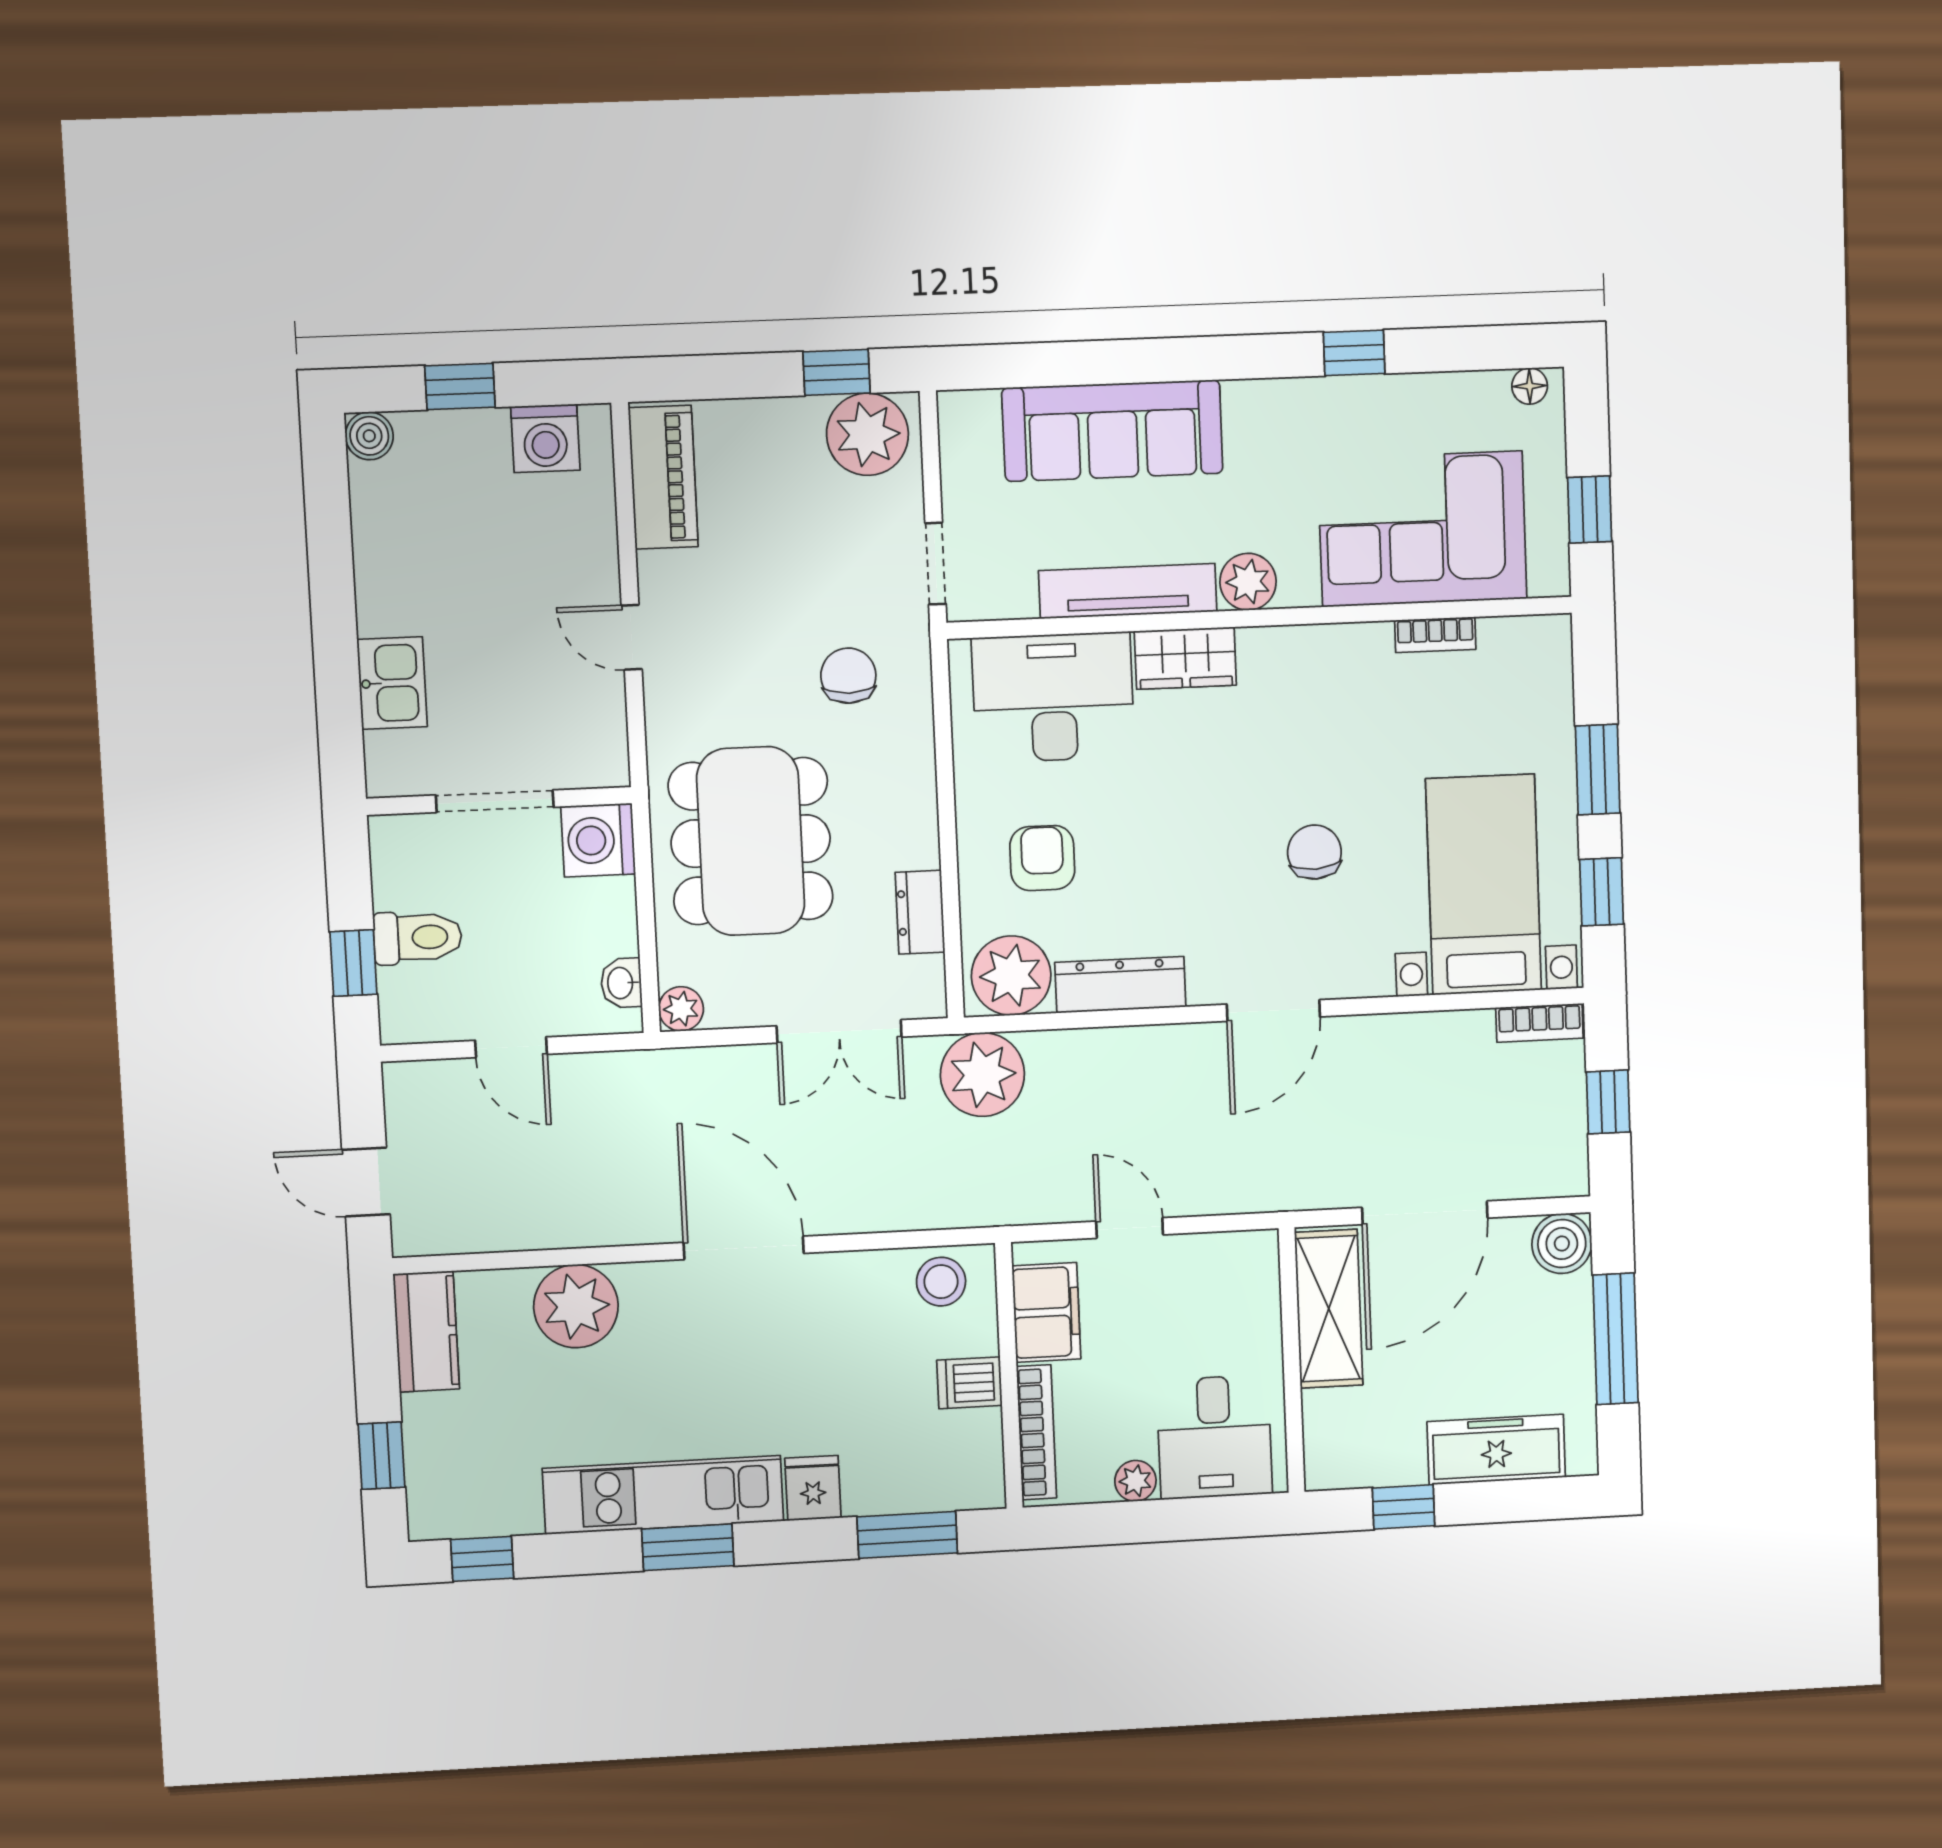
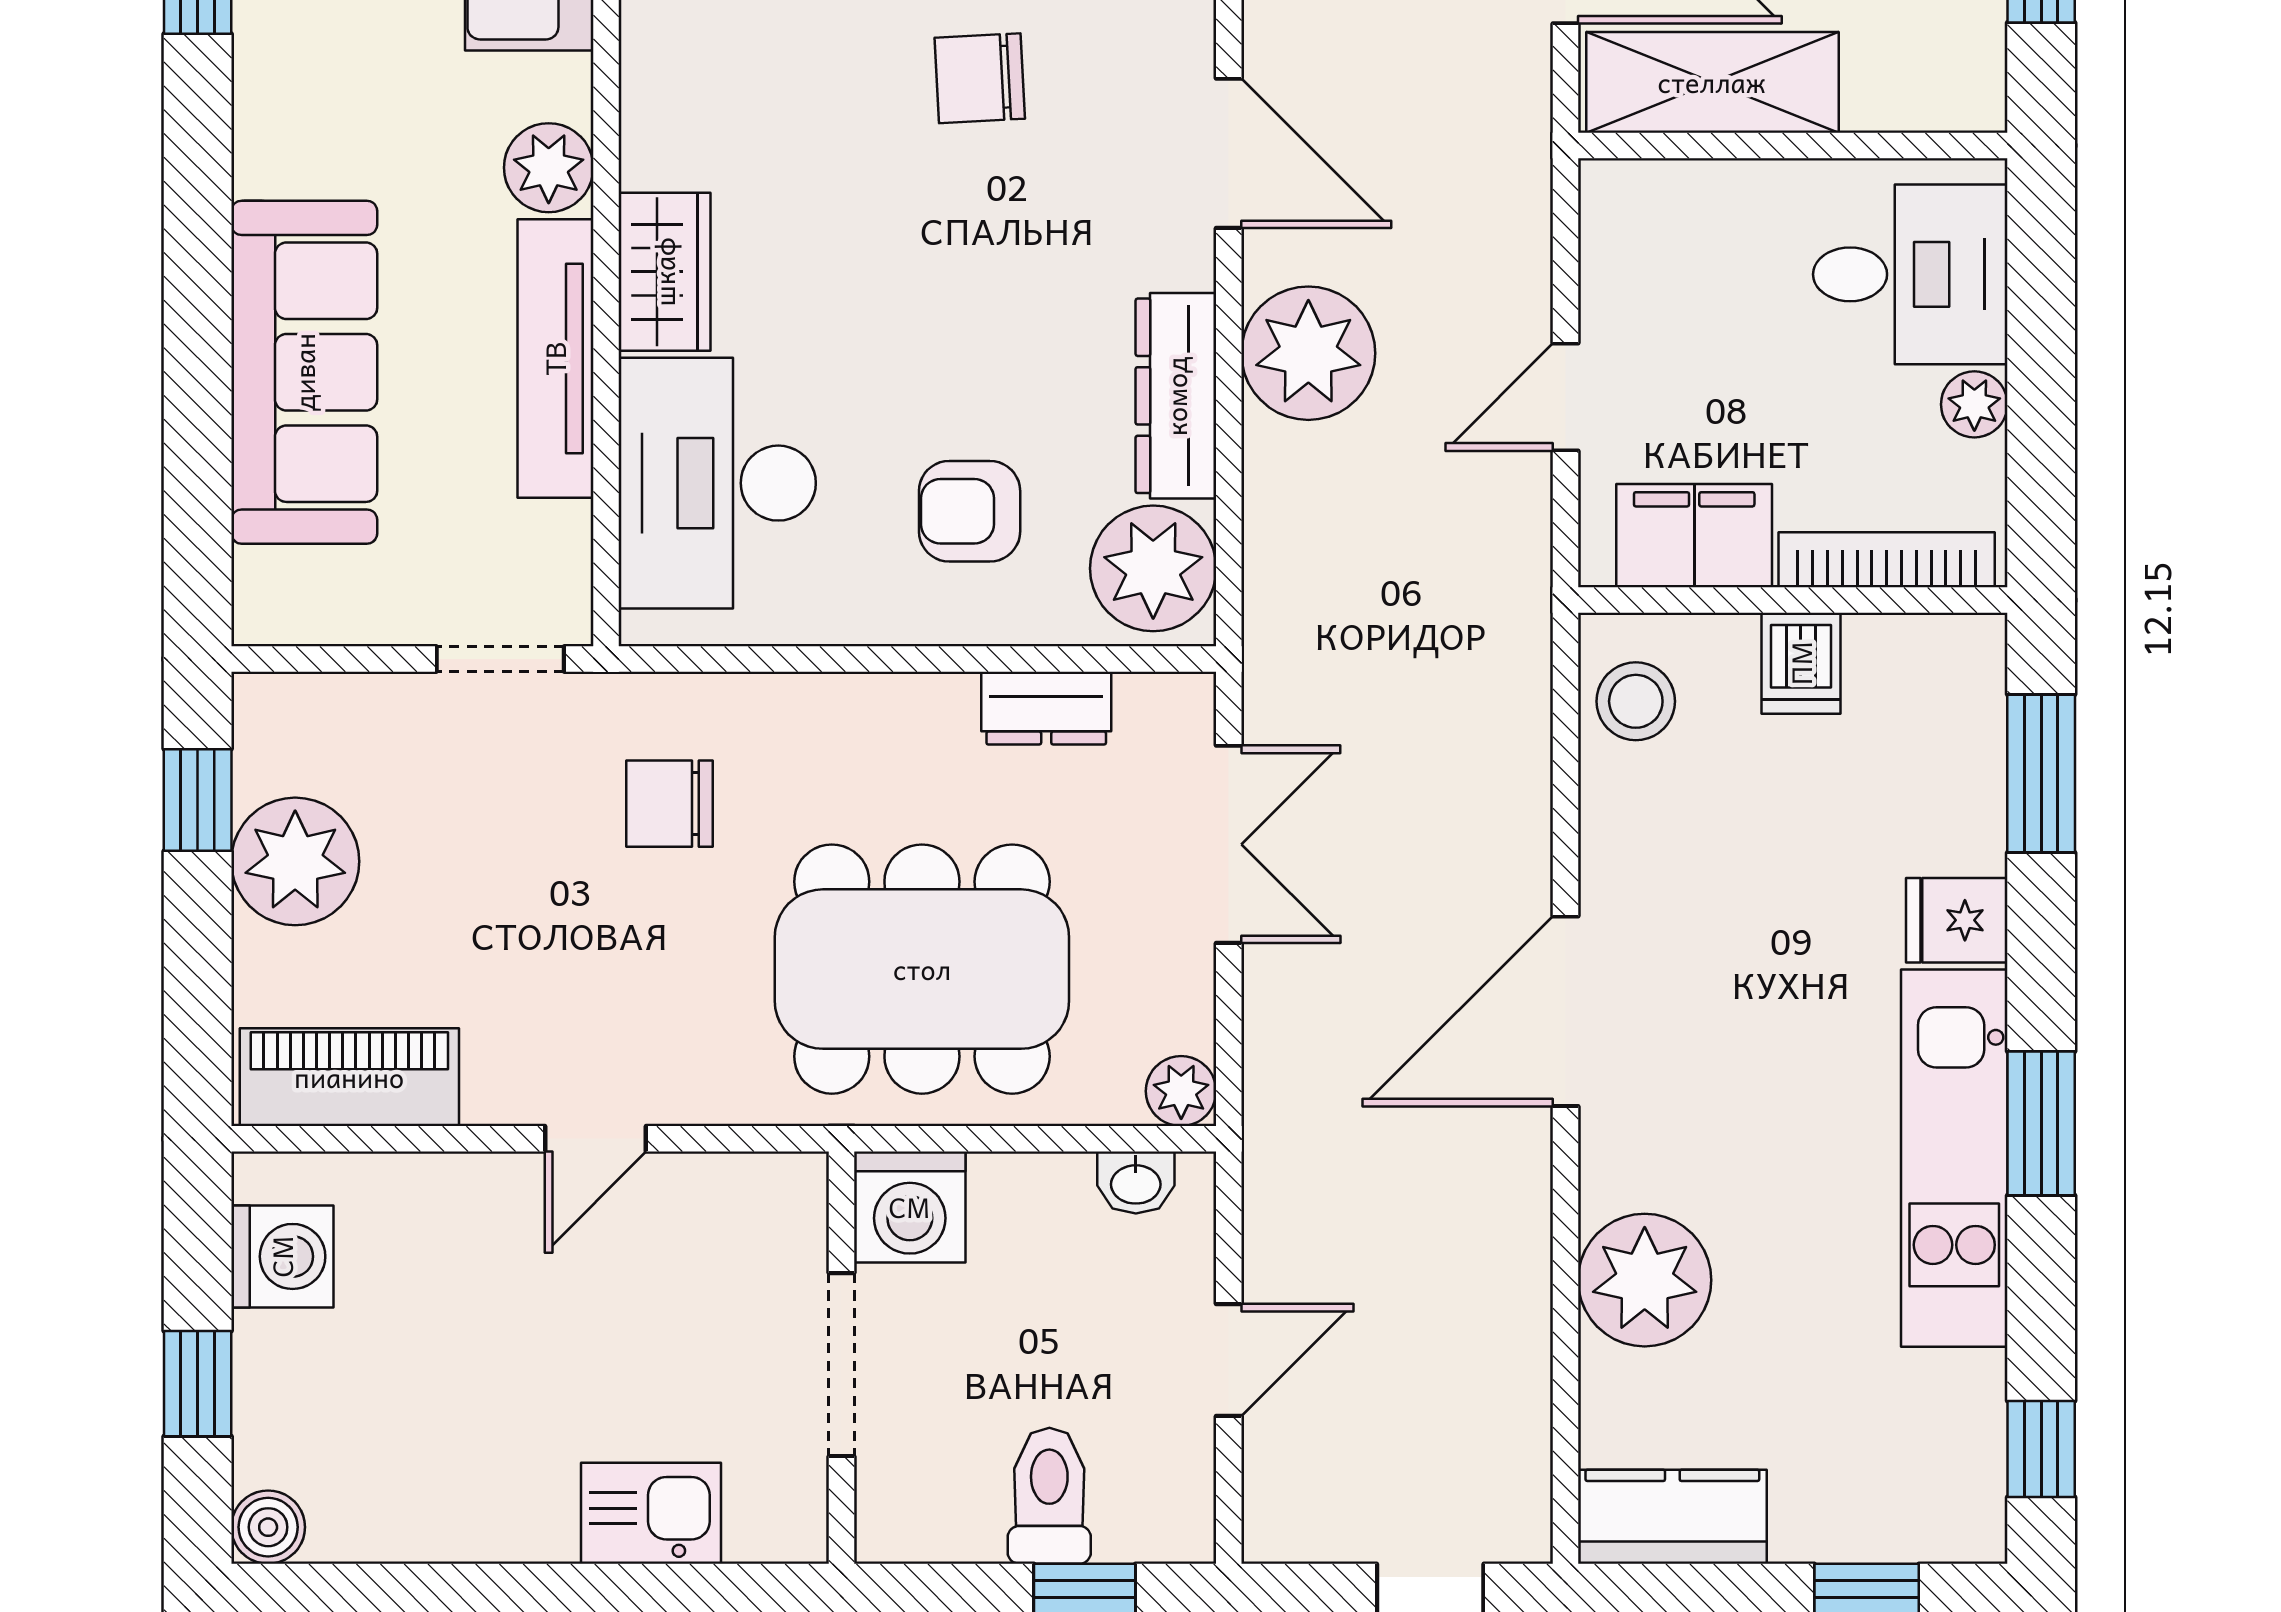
plant: (867, 434) -> (295, 861), moved
plant: (982, 1075) -> (1308, 353), moved

